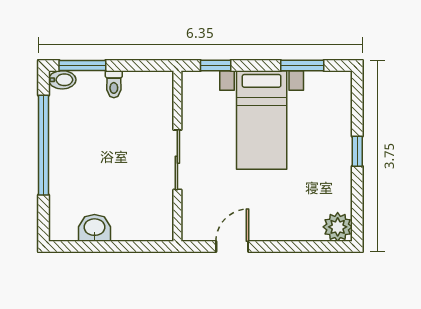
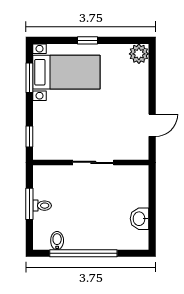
window: (82, 65) -> (29, 204), moved
bidet: (62, 80) -> (57, 241), moved
bed with nightstands: (262, 120) -> (66, 72), moved
door: (232, 247) -> (152, 125), swing flipped

